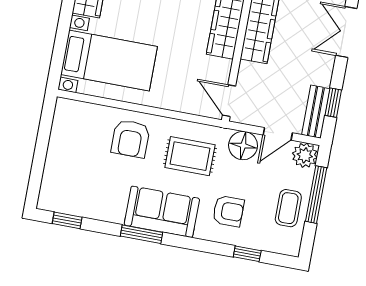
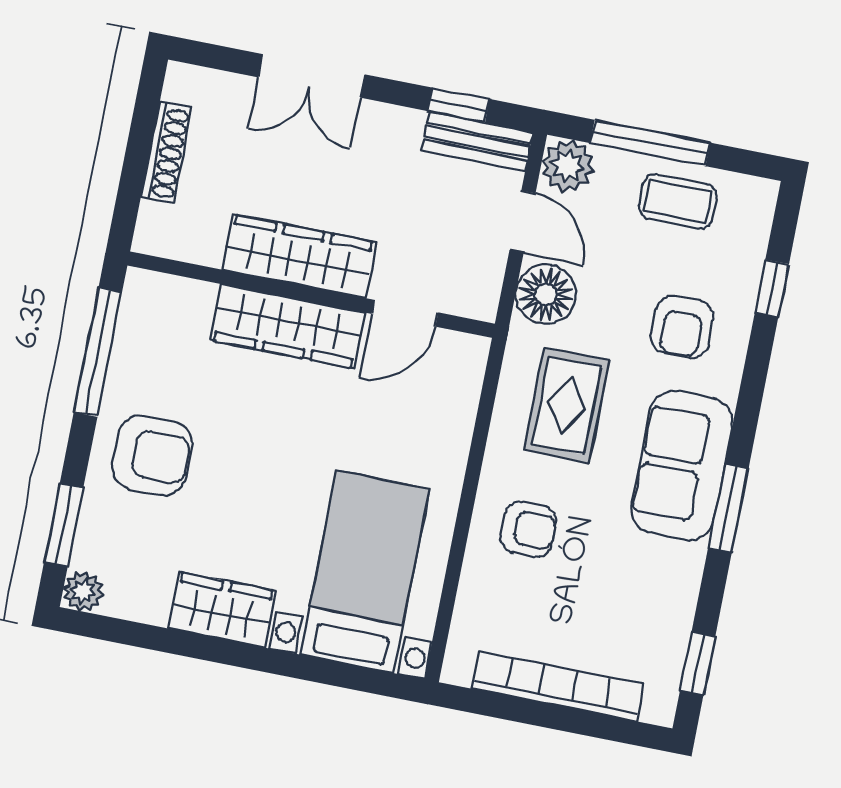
door: (229, 101) -> (405, 313), moved
armchair: (130, 139) -> (529, 529), width x0.72, depth x0.72
bookcase: (55, 154) -> (558, 686), added
armchair: (228, 211) -> (682, 327), turned 180

